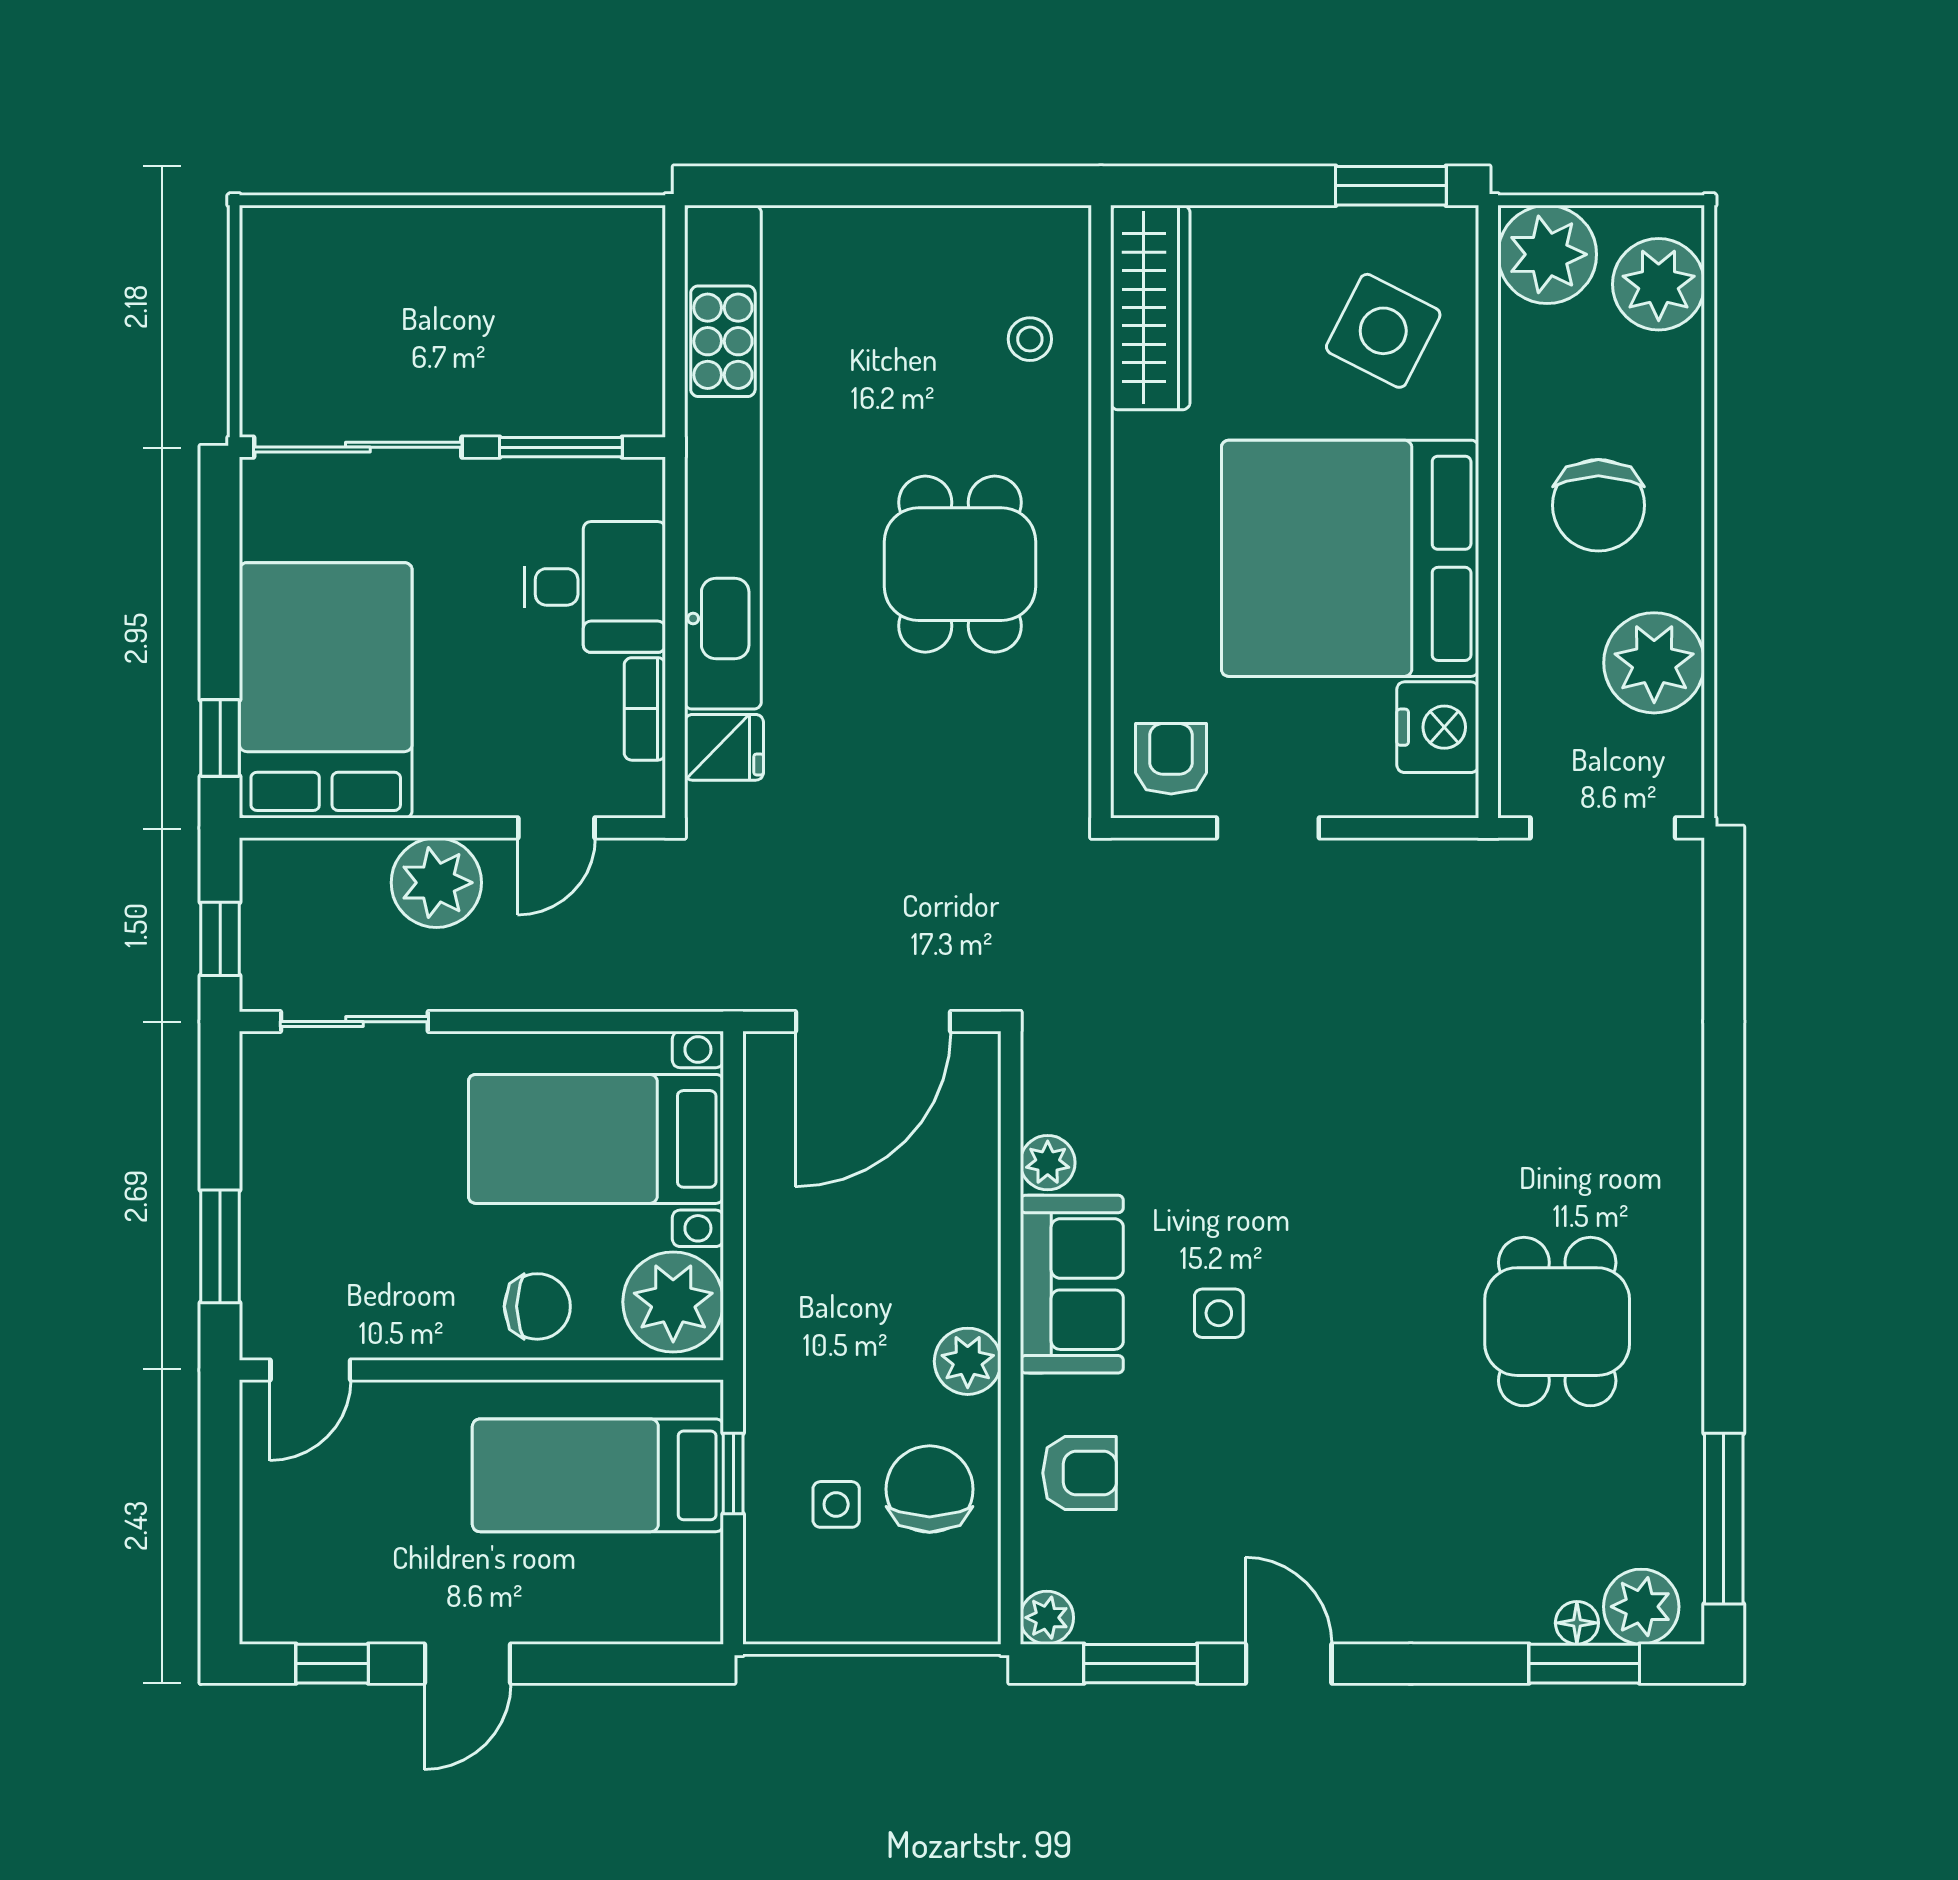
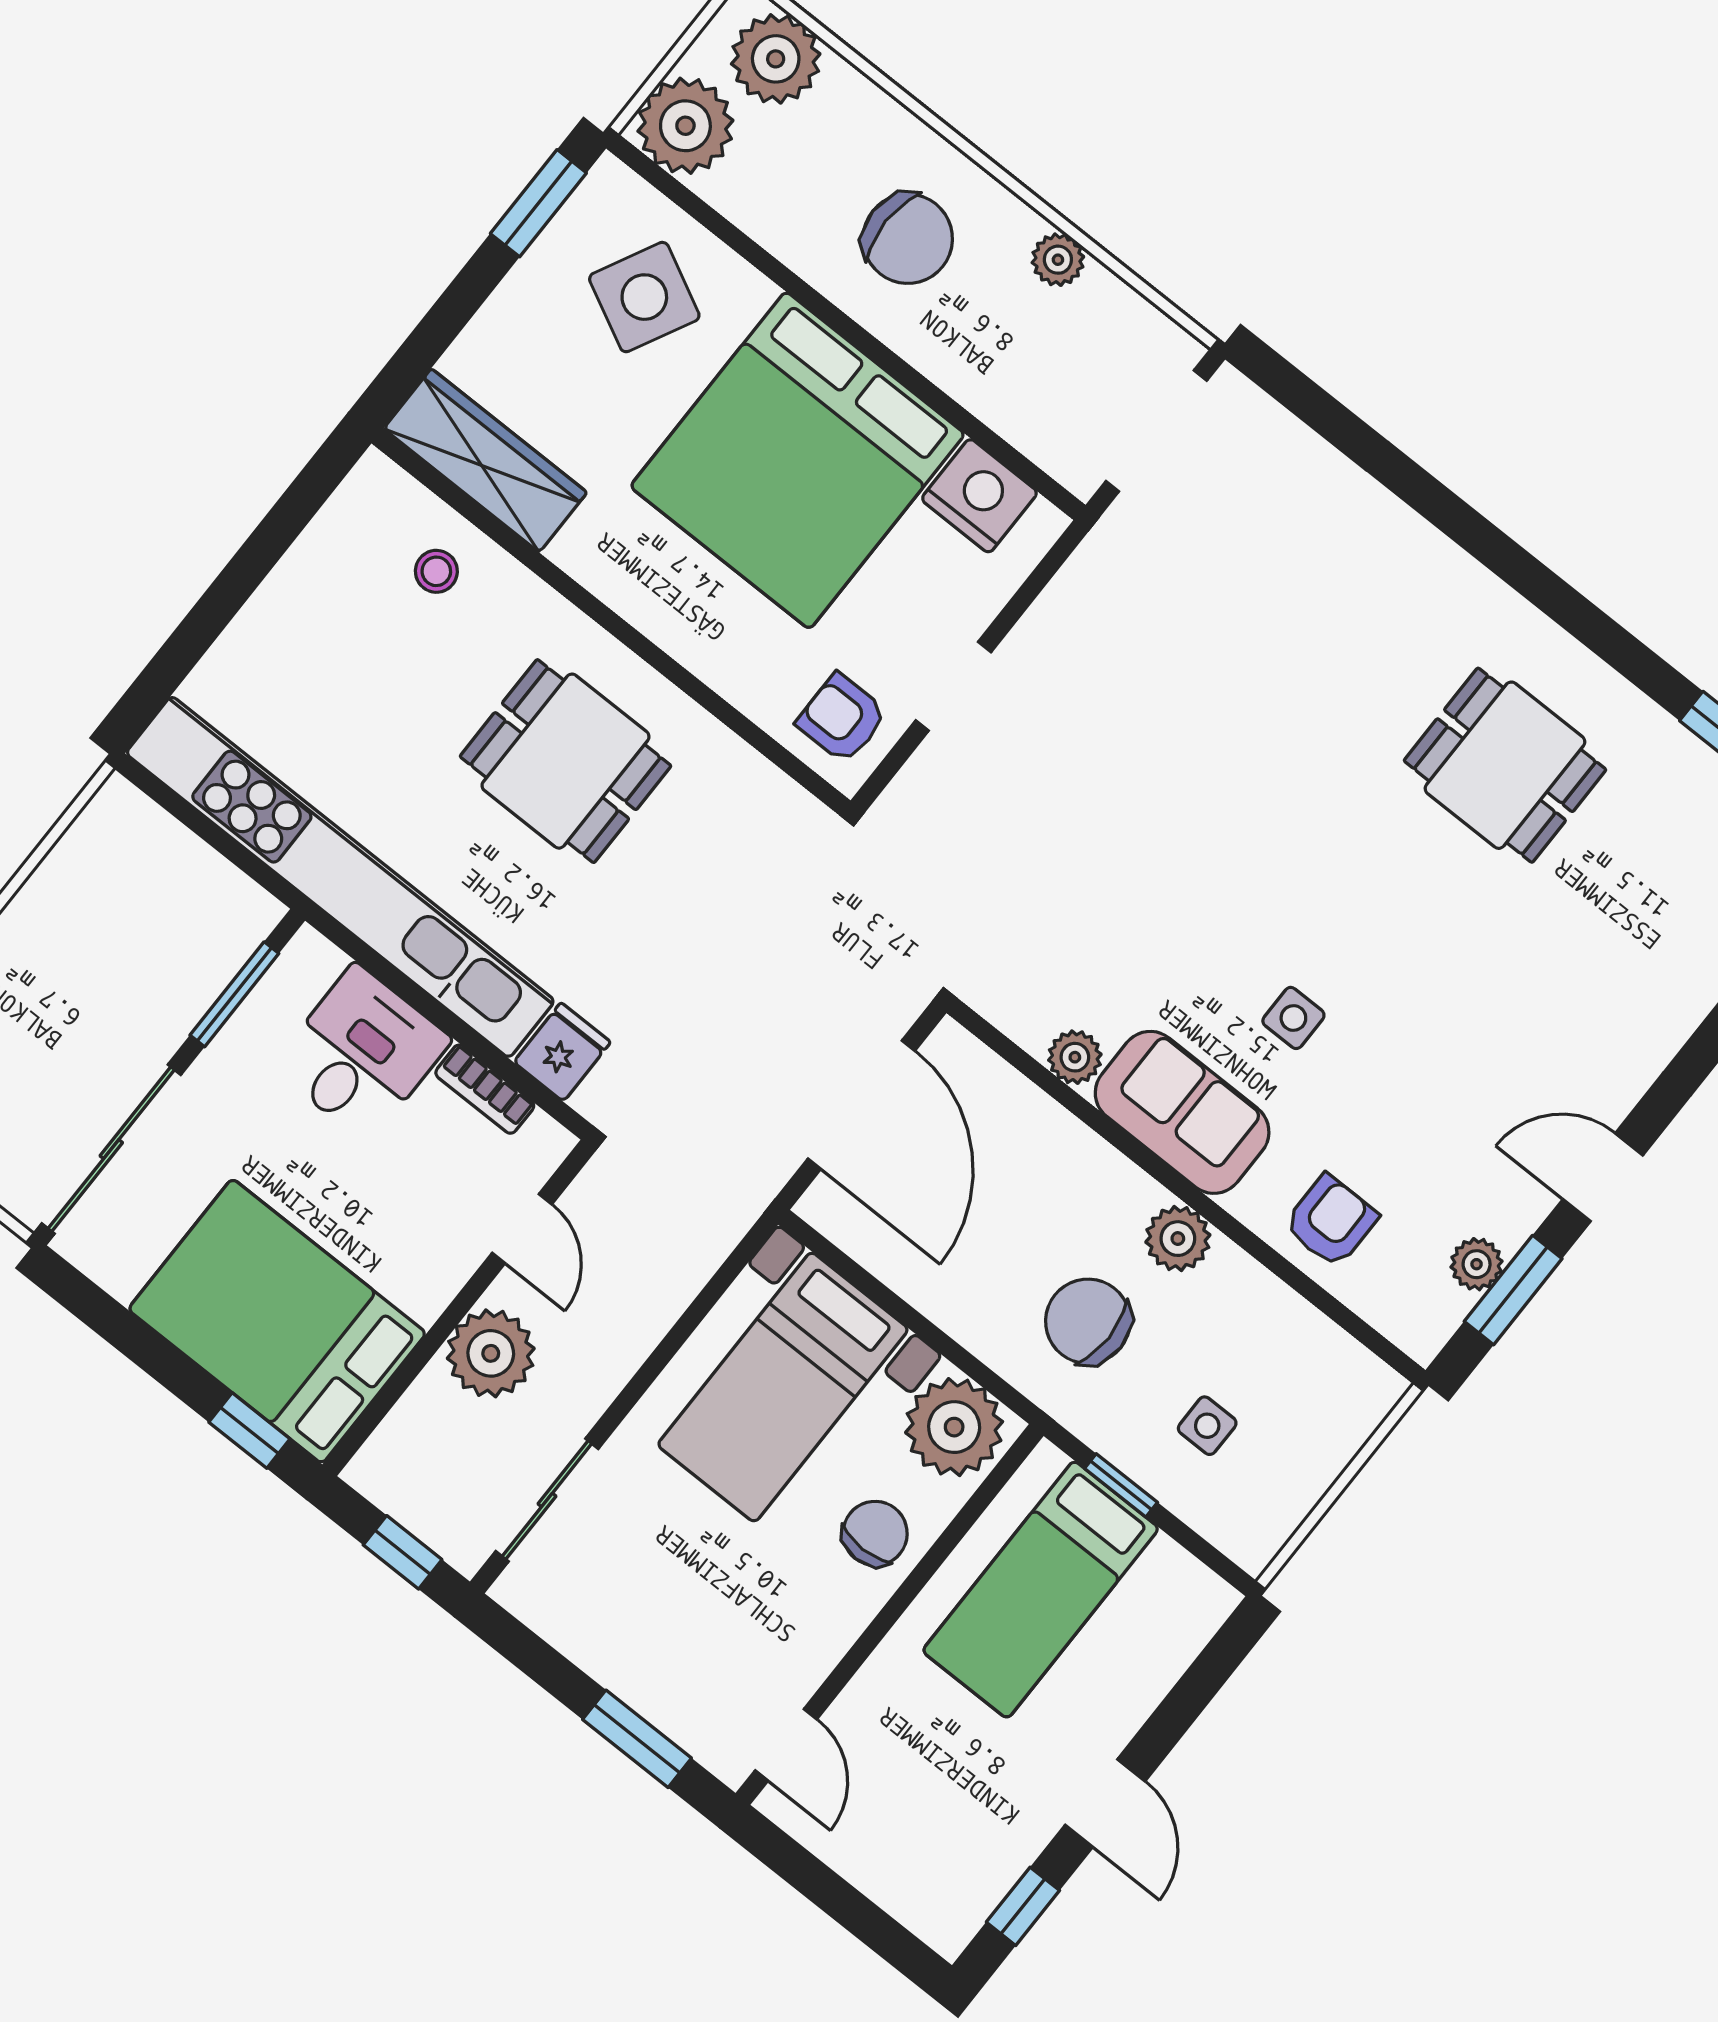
plant: (1654, 663) -> (1058, 260), width x0.53, depth x0.53
chair: (930, 1489) -> (1088, 1321), moved
plant: (1047, 1618) -> (1477, 1264), moved

